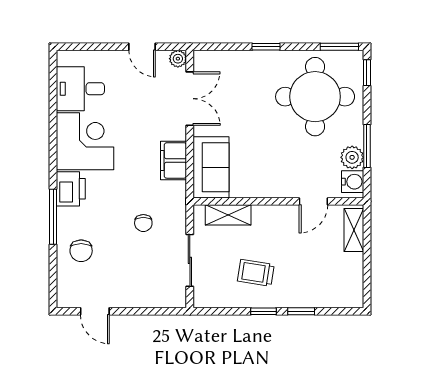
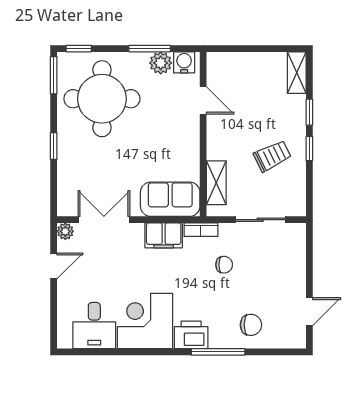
bookcase: (180, 199) -> (201, 230), added
shelving: (354, 230) -> (297, 73), moved, turned 90
trolley: (256, 273) -> (272, 156), turned -125

